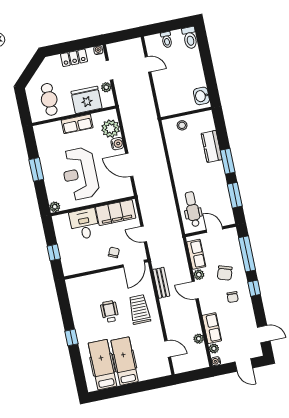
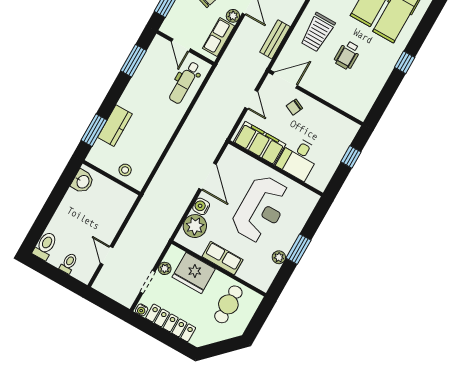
locker: (74, 58) -> (171, 323), width x1.53
window: (228, 161) -> (94, 130), moved
plant: (55, 207) -> (279, 257), moved

